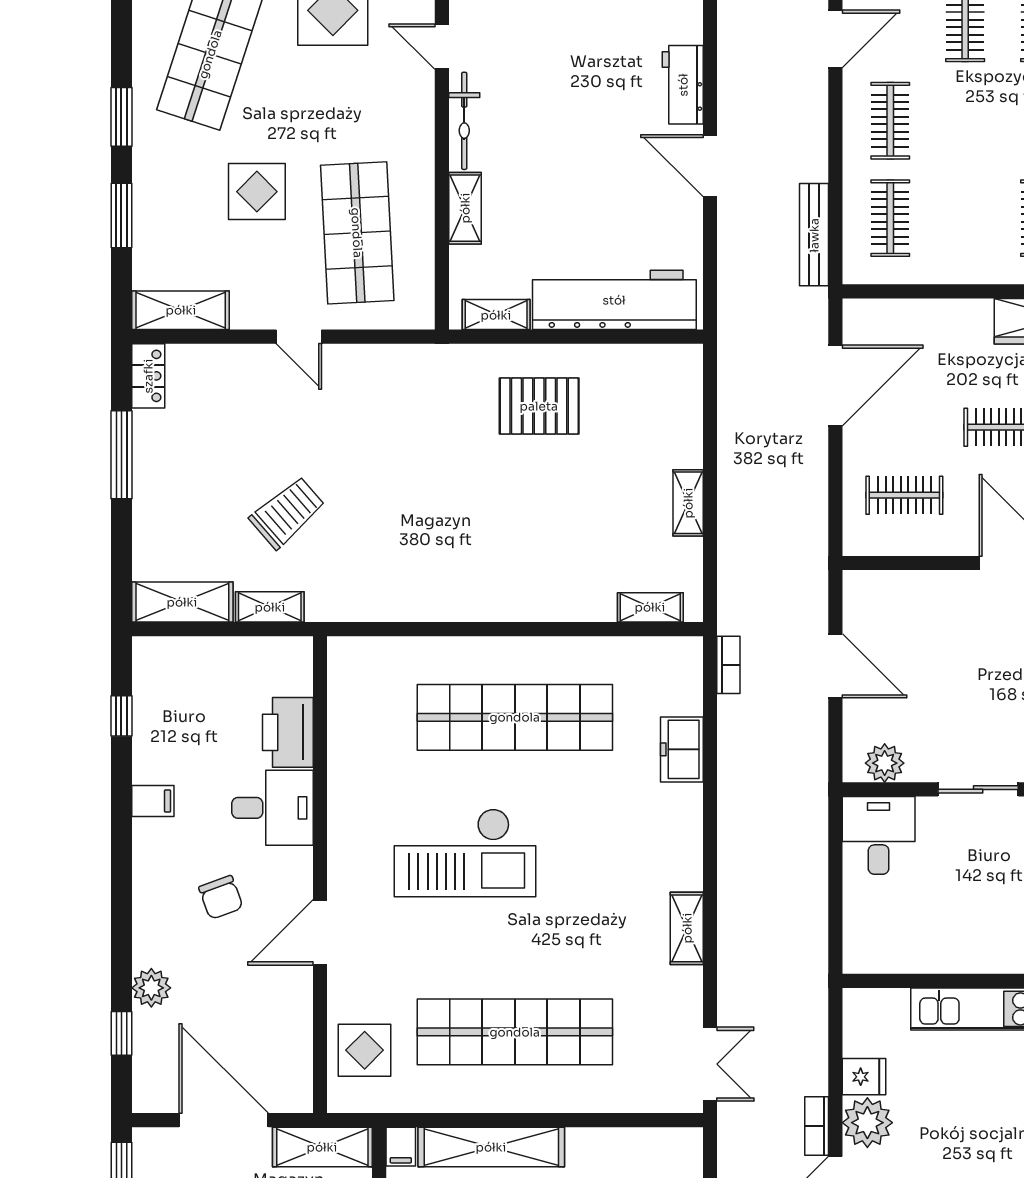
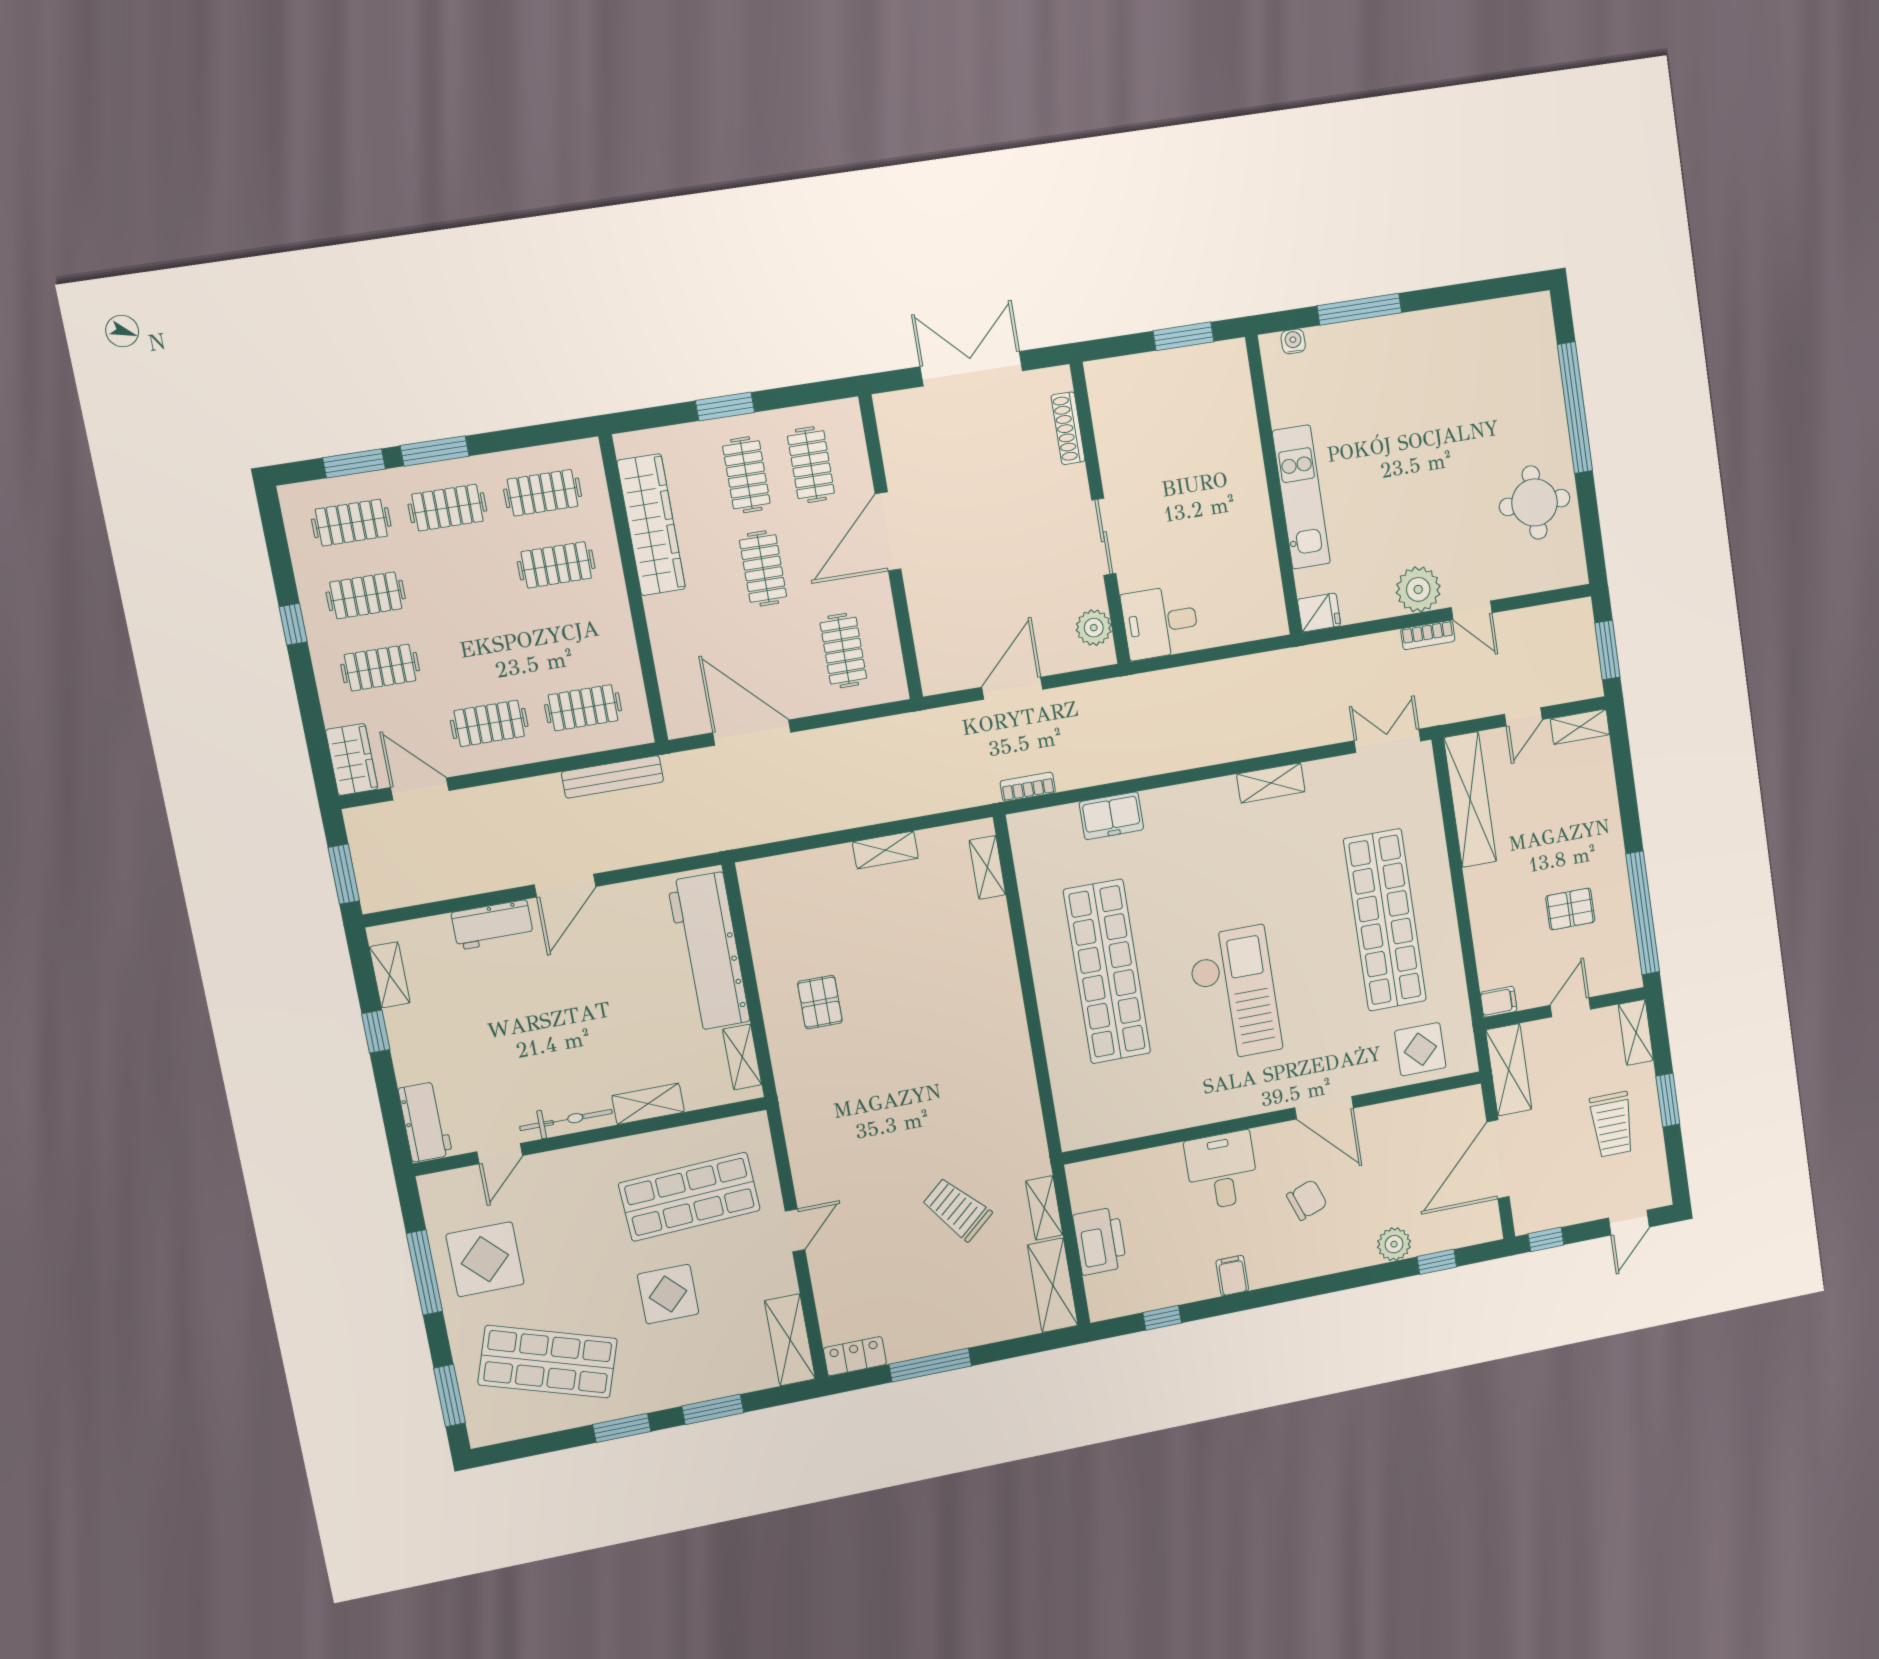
pallet: (539, 406) -> (820, 1002), width x0.67, depth x0.71
printer: (288, 732) -> (1100, 1241), moved, turned -90
fridge: (864, 1077) -> (1319, 613), moved, turned 90
shelving: (491, 1147) -> (1470, 800), moved

